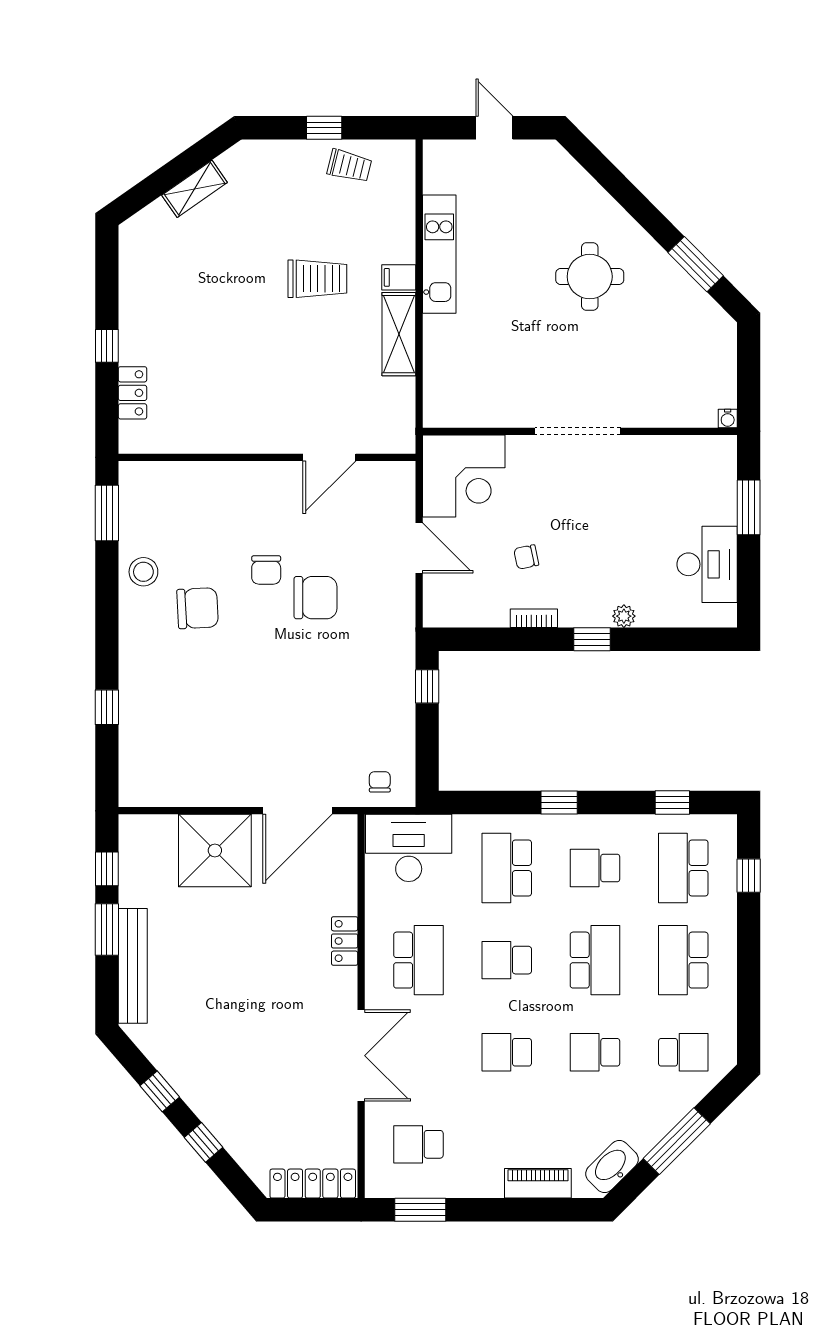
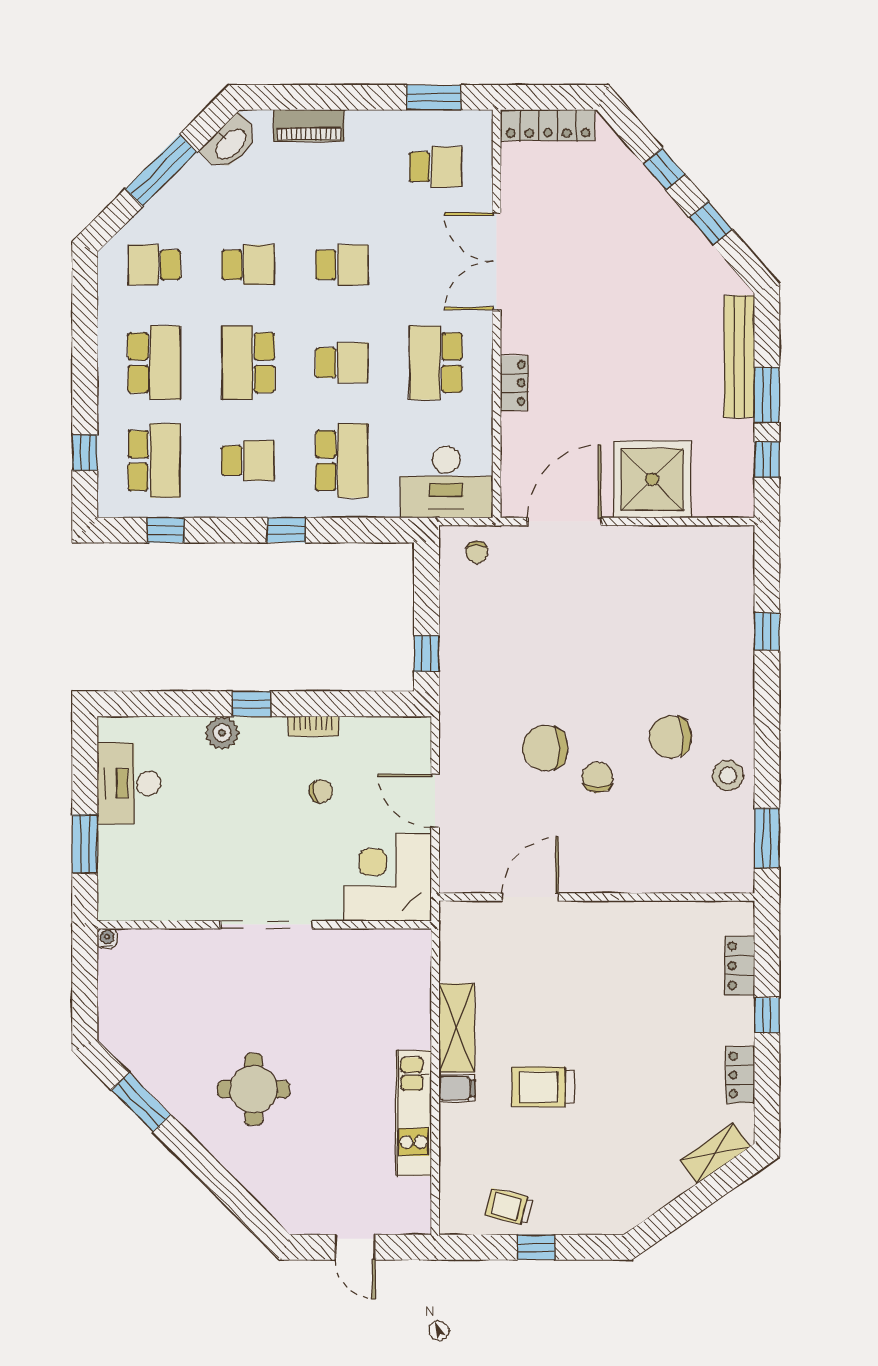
shelving: (195, 189) -> (715, 1153), moved
locker: (132, 290) -> (740, 1075), added
plant: (624, 616) -> (222, 733), width x1.38, depth x1.38

